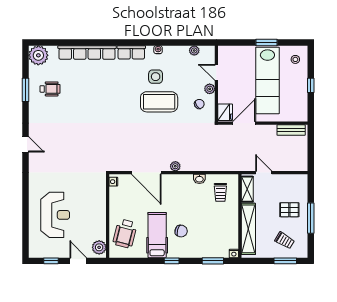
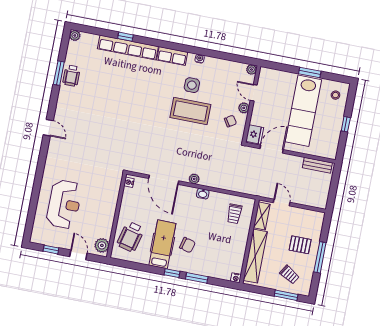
window: (83, 42) -> (125, 37), added
plant: (194, 51) -> (252, 70), moved
plant: (38, 55) -> (75, 35), width x0.53, depth x0.53
wheelchair: (50, 89) -> (71, 76), moved, turned 90
washbasin: (199, 179) -> (203, 194), moved
window: (213, 261) -> (197, 278), moved

